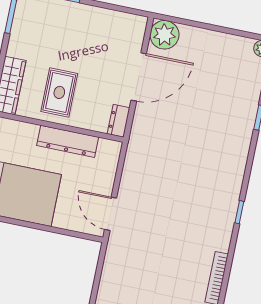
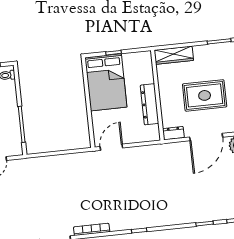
door: (139, 77) -> (206, 137), hinge flipped
rug: (59, 92) -> (205, 95), moved, width x1.36, depth x1.43

